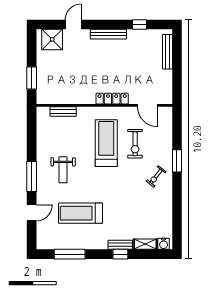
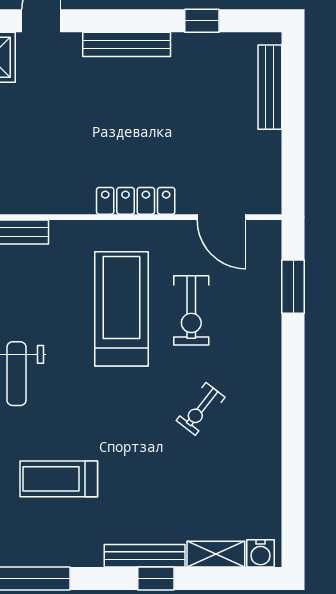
window: (177, 161) -> (293, 287), moved
exercise bike: (156, 176) -> (201, 409), moved
treadmill: (80, 213) -> (59, 479), width x0.73, depth x0.73
bench: (120, 245) -> (145, 556), width x1.36

